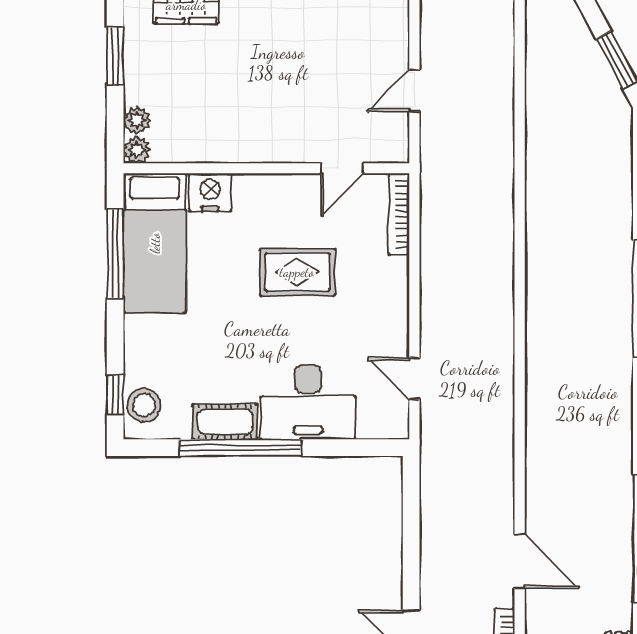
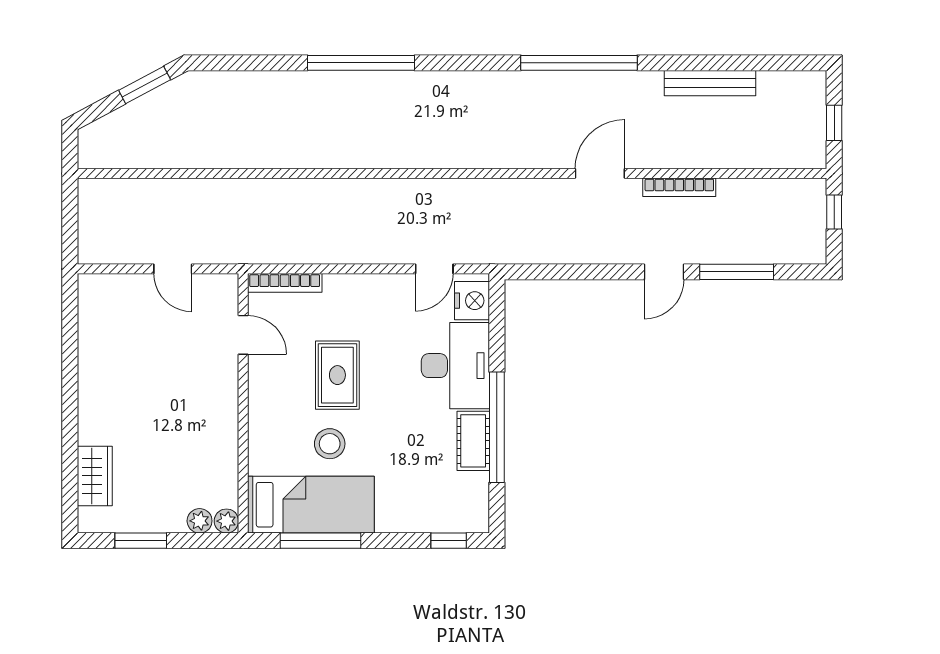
nightstand: (210, 192) -> (472, 301), moved, turned 180
stool: (144, 405) -> (330, 444), moved

